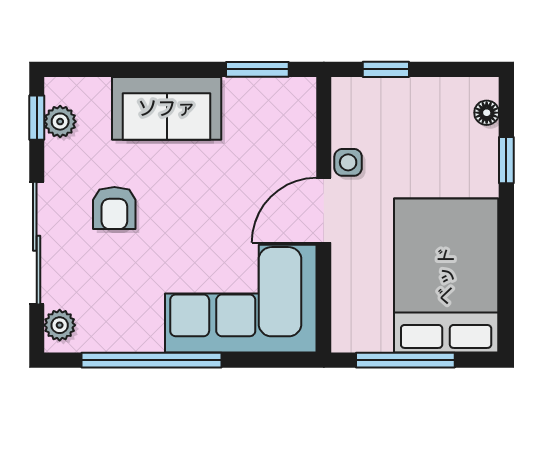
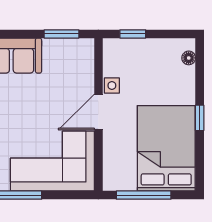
window: (506, 160) -> (200, 118), moved

